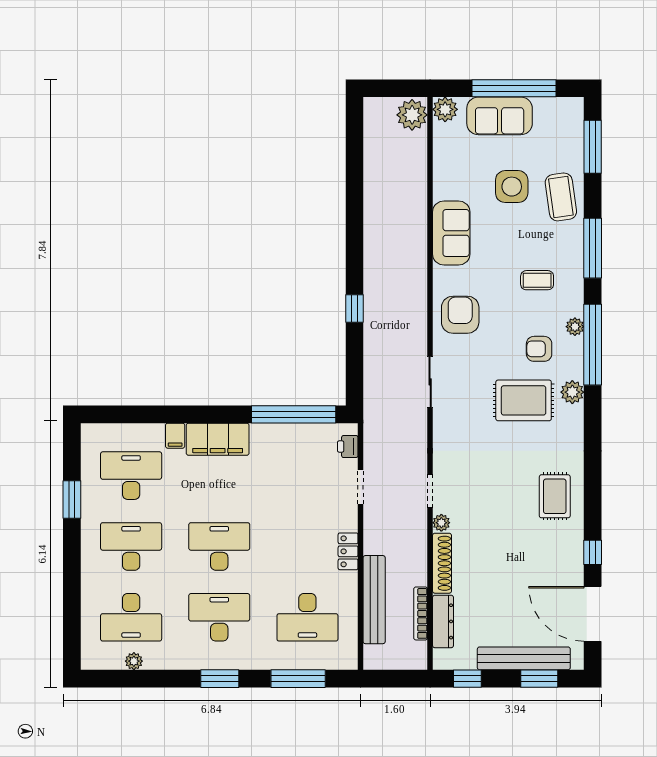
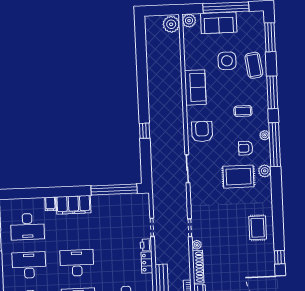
printer: (348, 447) -> (146, 245), moved
desk: (131, 476) -> (27, 227), turned 180

